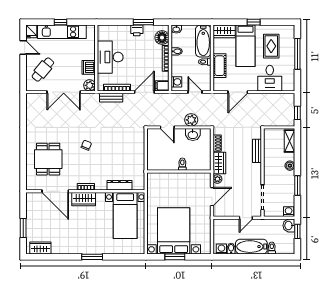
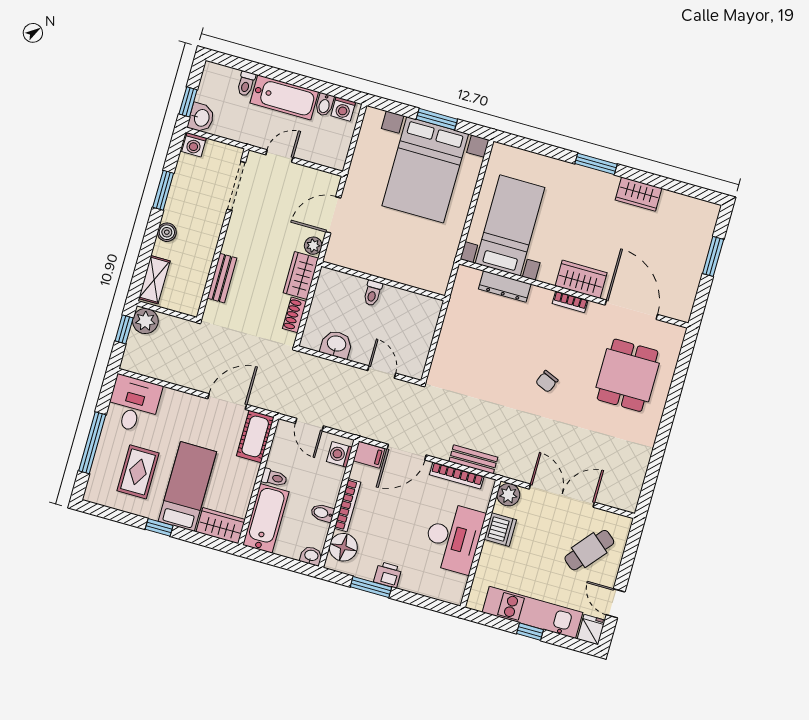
cot: (220, 66) -> (255, 436), moved
desk: (270, 78) -> (134, 404), moved
plant: (191, 120) -> (145, 321), moved
wardrobe: (40, 248) -> (638, 194), moved

